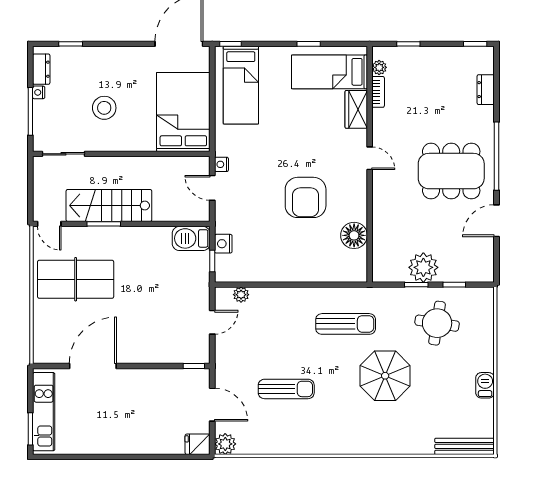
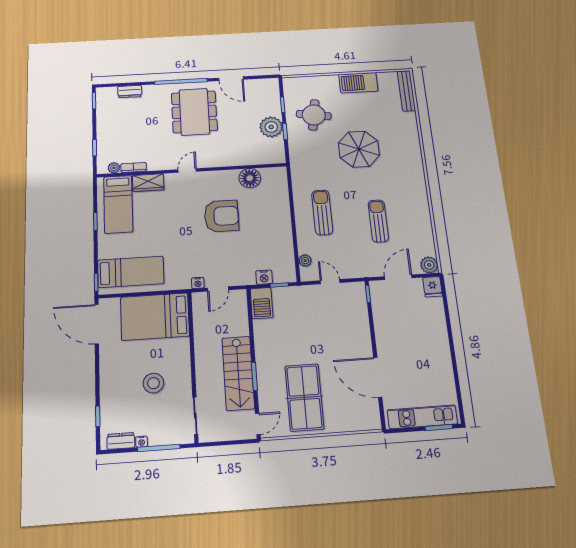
sun lounger: (346, 324) -> (322, 212), moved
barbecue: (485, 385) -> (358, 83), width x1.88, depth x1.53

